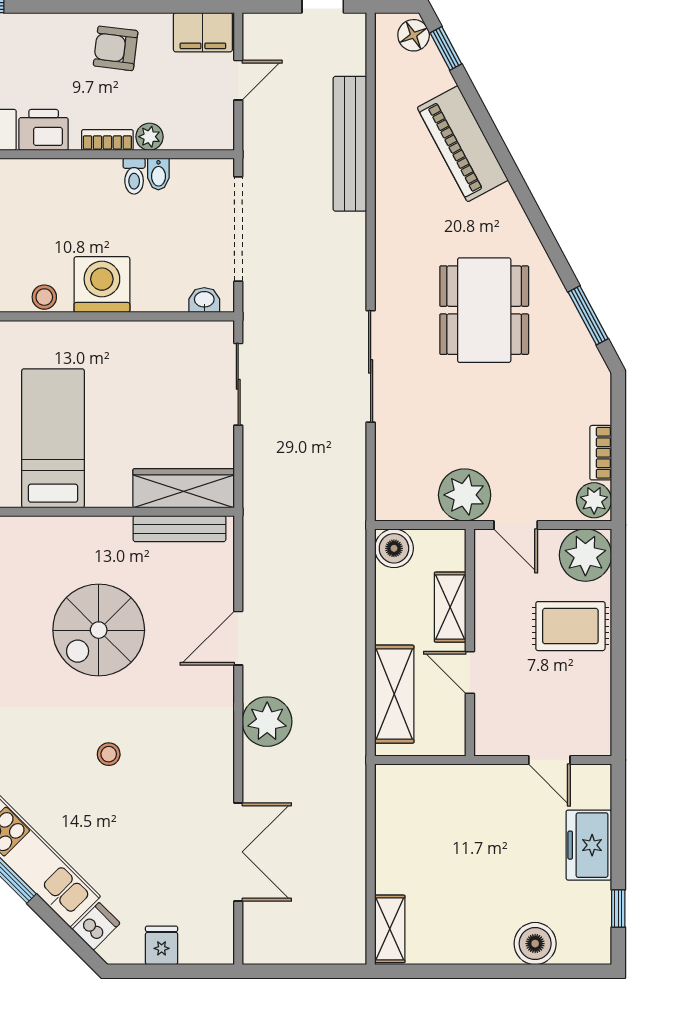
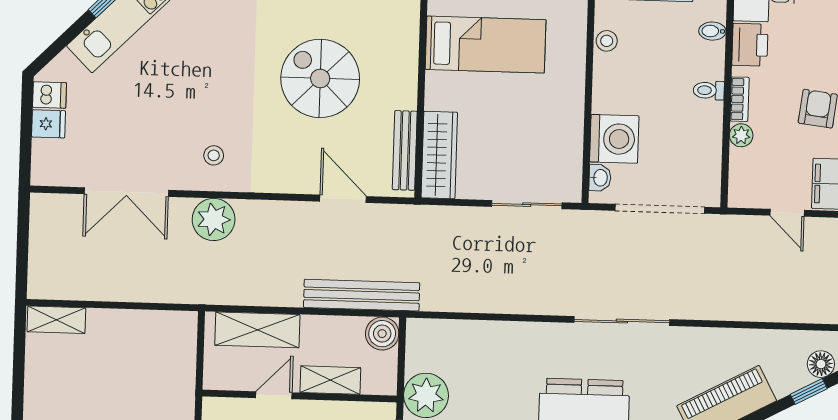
bench: (350, 144) -> (362, 295), moved
bidet: (158, 174) -> (712, 31), moved
toilet: (134, 176) -> (709, 90), moved
washing machine: (102, 285) -> (614, 139), moved
sliding door: (371, 366) -> (622, 321), moved
door: (238, 638) -> (343, 199), moved
plant: (267, 722) -> (214, 219), moved
stool: (109, 754) -> (214, 155), moved
dishwasher: (96, 926) -> (50, 95), moved, turned -45

